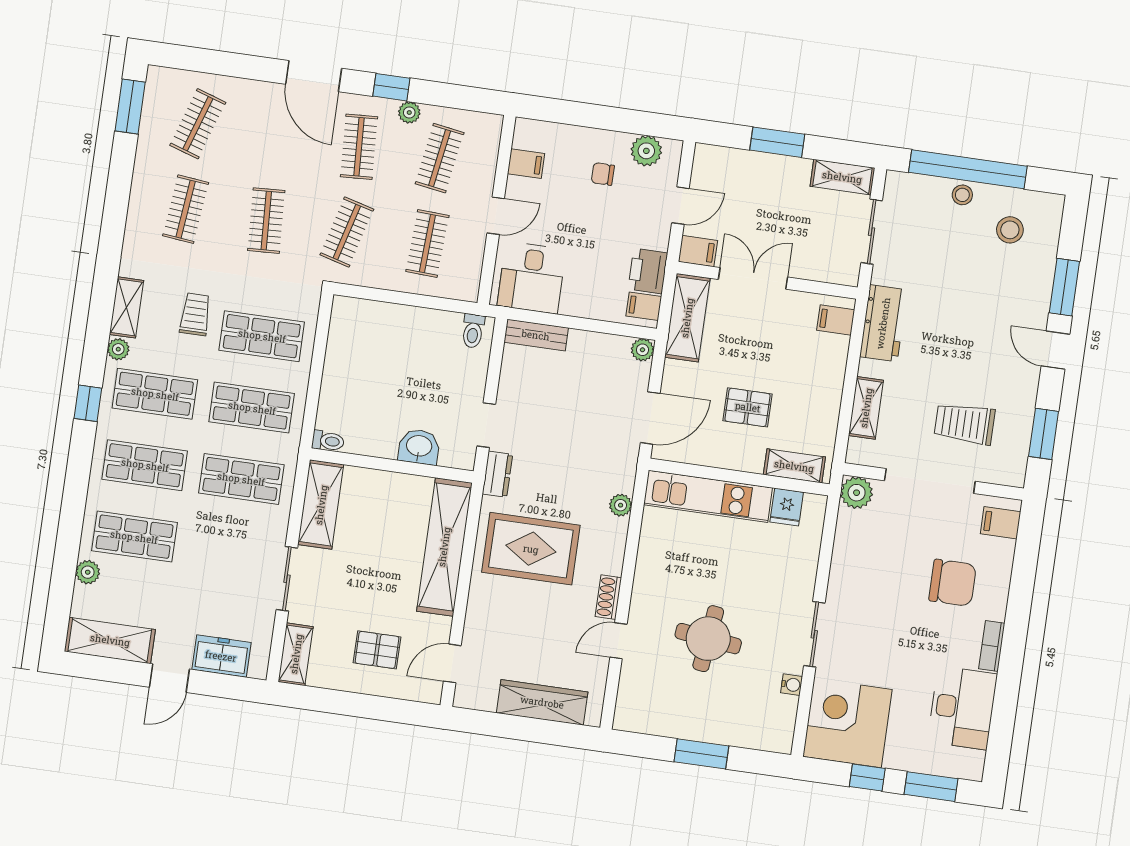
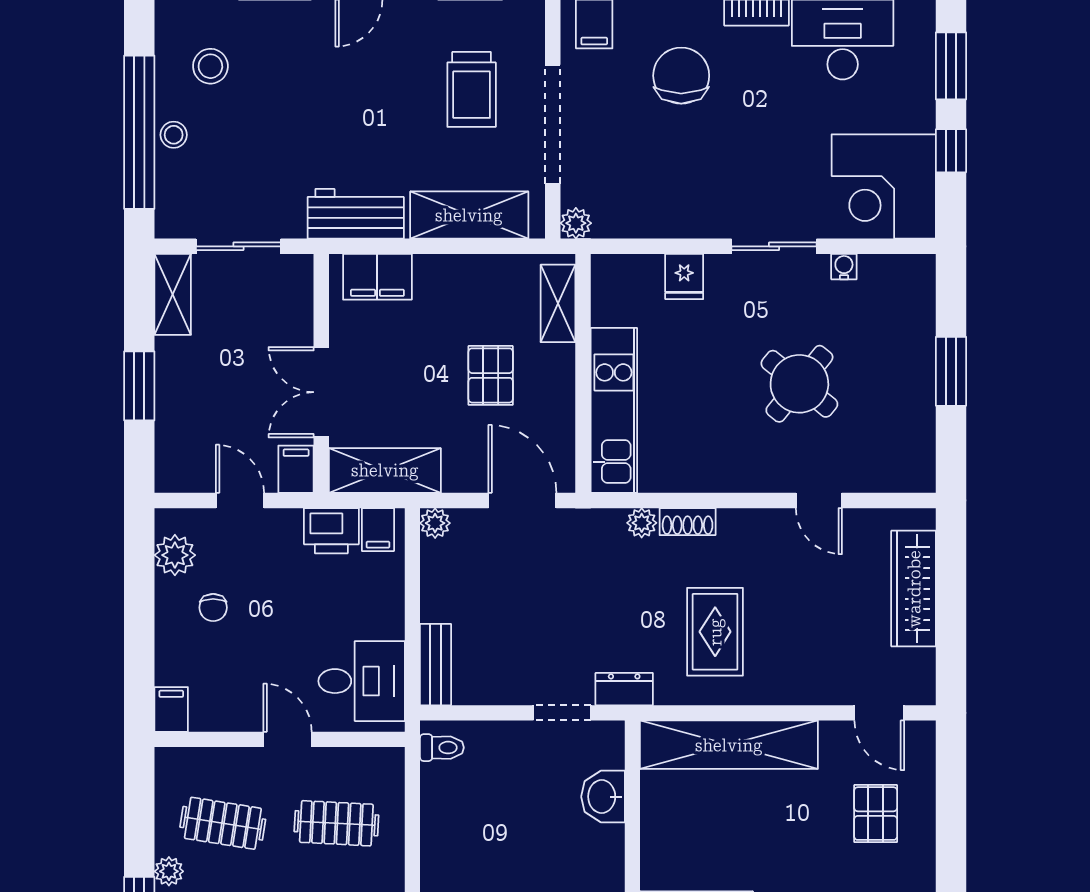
filing cabinet: (526, 164) -> (171, 709), moved
filing cabinet: (836, 320) -> (377, 277), width x2.00
shelving: (866, 408) -> (469, 215), width x1.50, depth x1.33
plant: (857, 493) -> (576, 223), width x0.73, depth x0.73
fridge: (787, 507) -> (684, 277), moved, turned 90
rug: (531, 549) -> (715, 632), width x0.73, depth x0.70
shoe rack: (608, 597) -> (688, 522), moved
round table: (708, 639) -> (799, 384), turned 32

